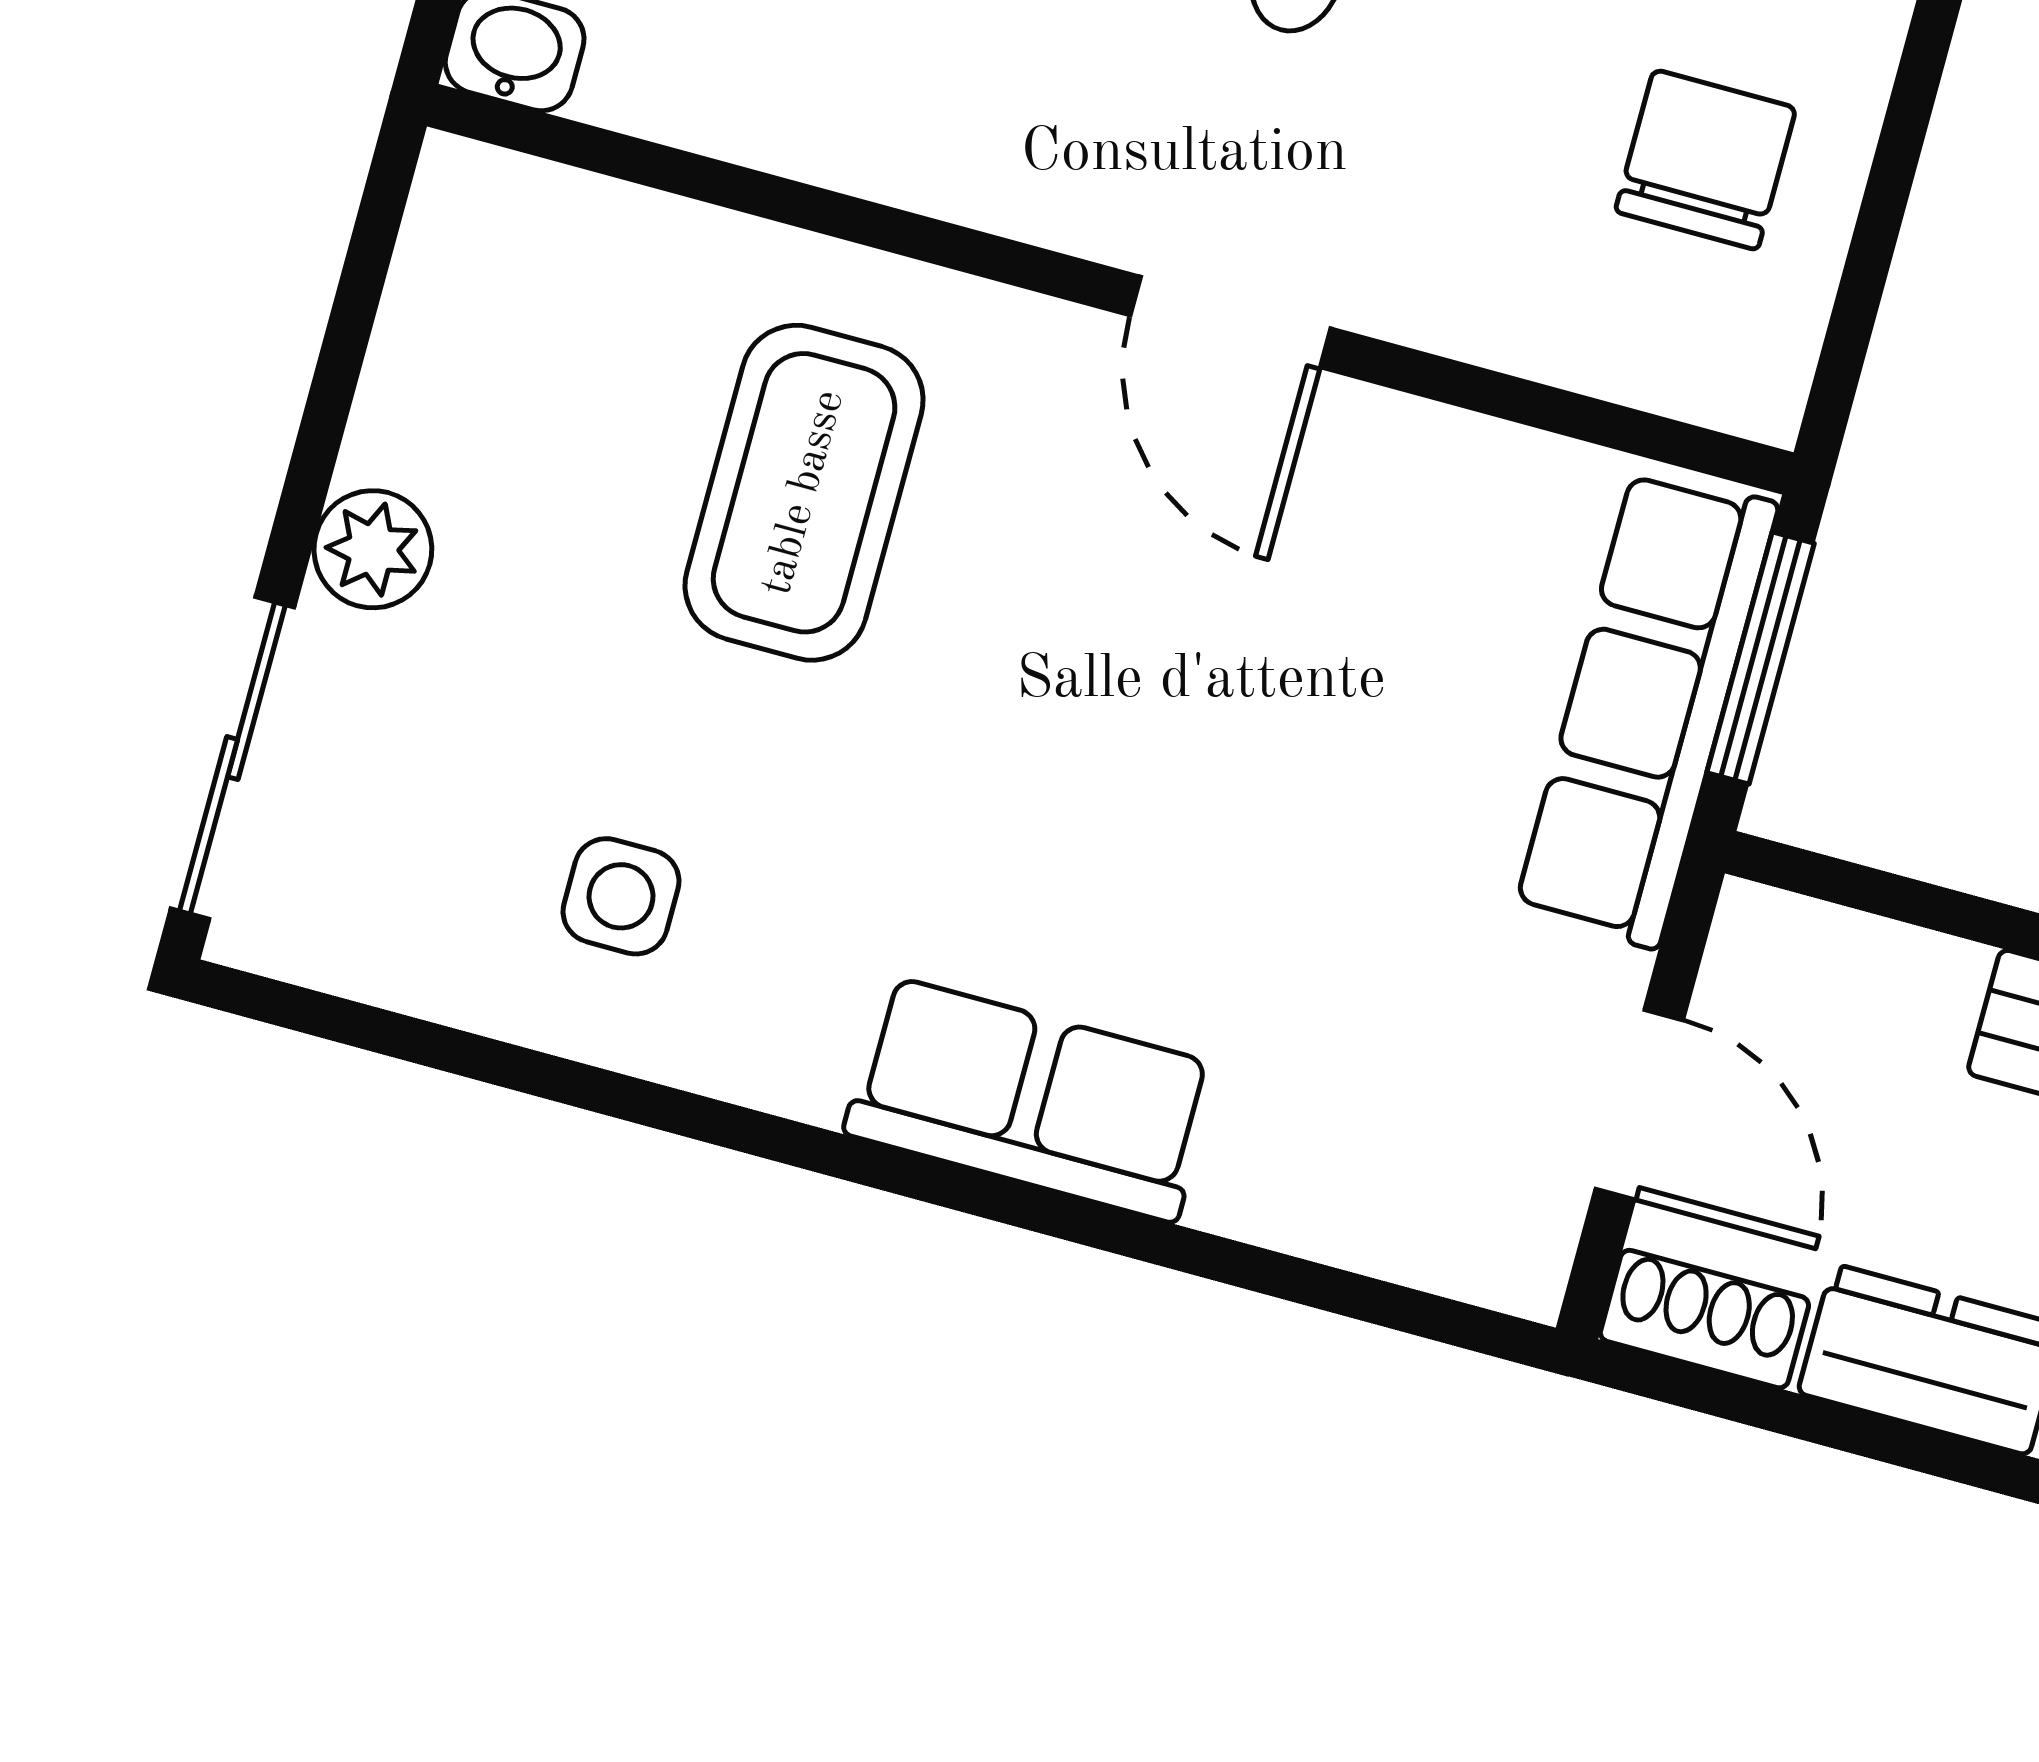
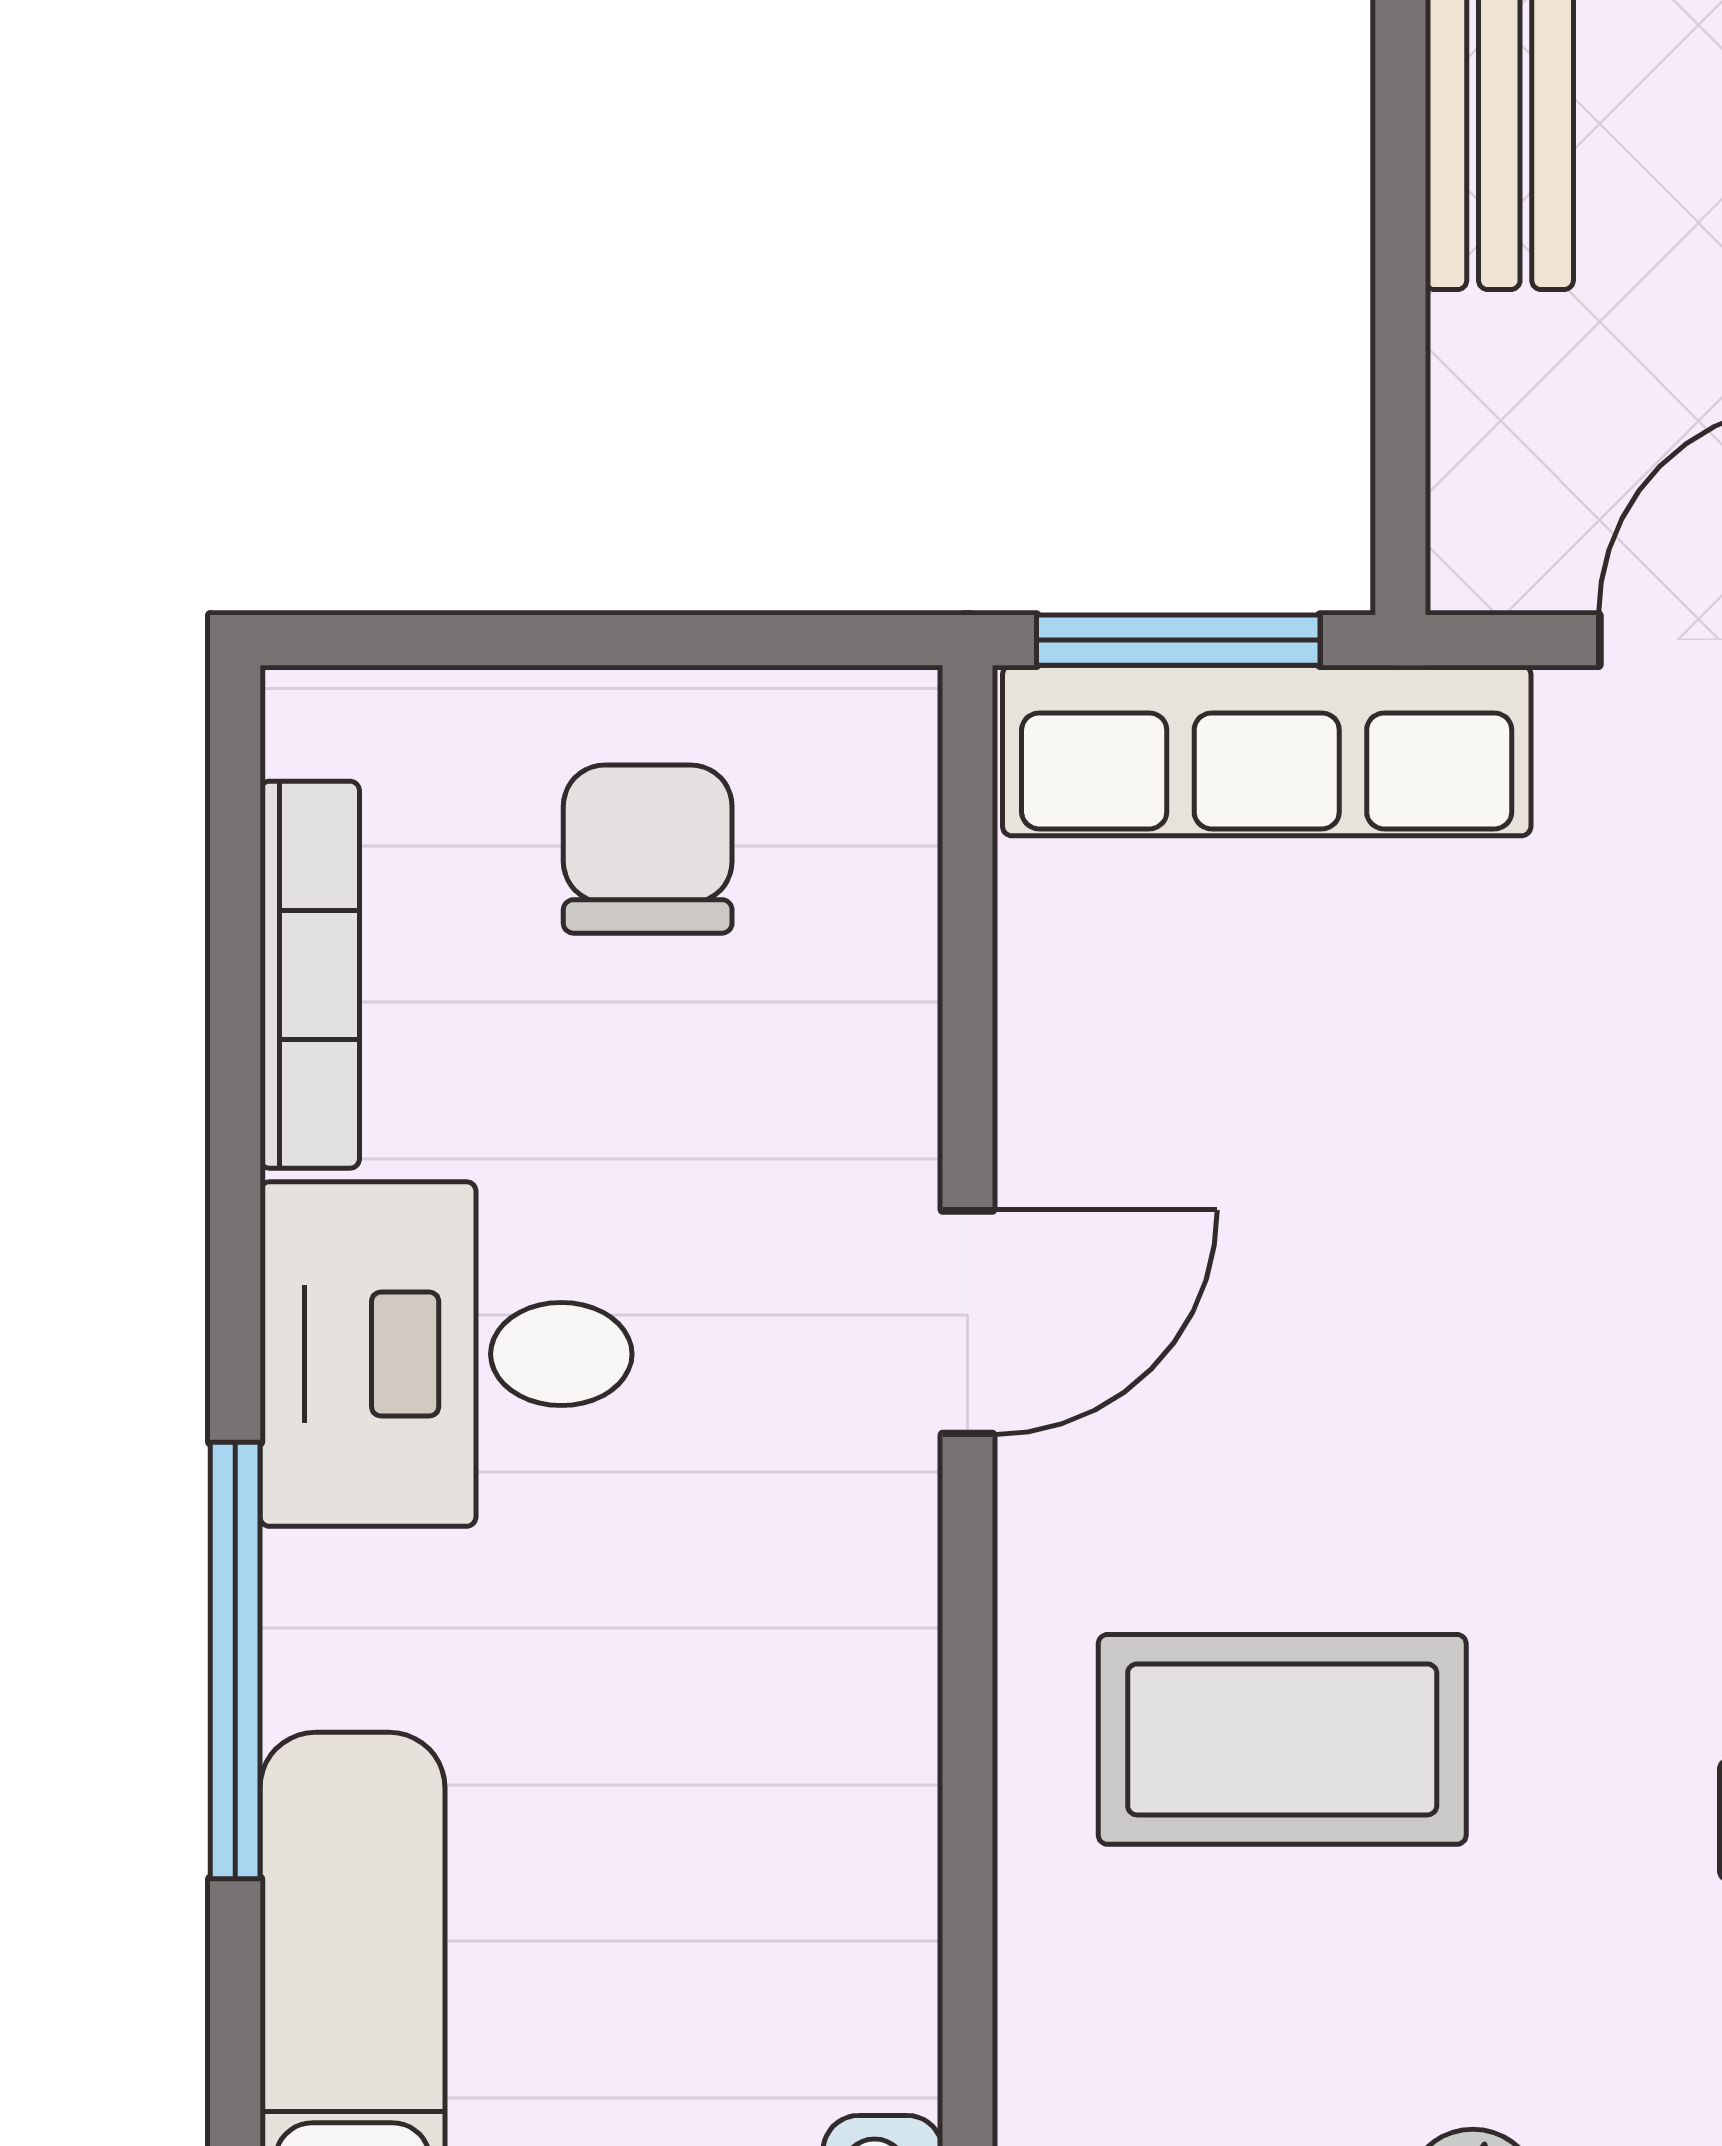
chair: (1706, 160) -> (648, 849), turned 90

